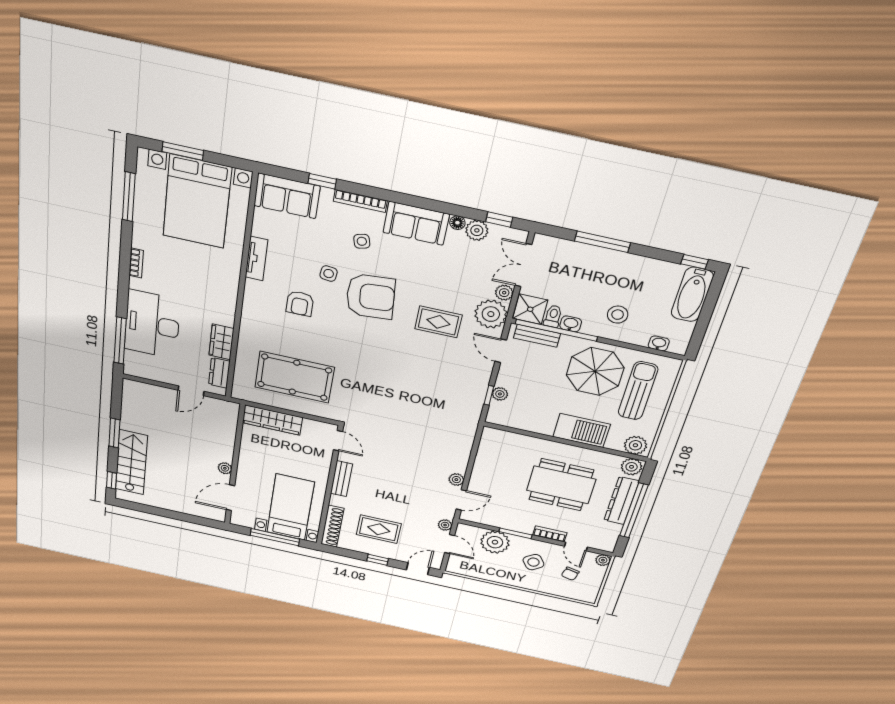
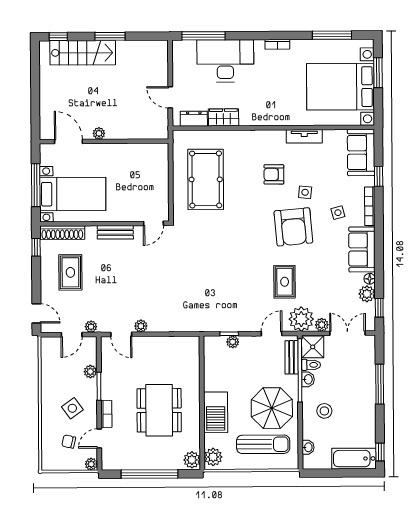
wardrobe: (272, 420) -> (159, 167), removed
dresser: (621, 501) -> (157, 462), removed
plant: (495, 542) -> (90, 372), width x0.53, depth x0.53
window: (378, 560) -> (36, 247), moved

